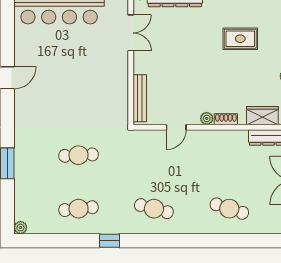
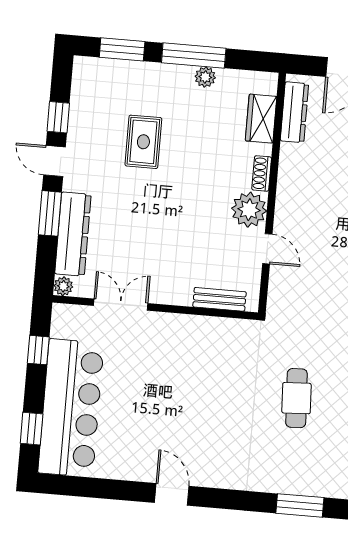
bench: (140, 98) -> (219, 299), width x0.73
plant: (207, 118) -> (249, 210), width x1.88, depth x1.88

